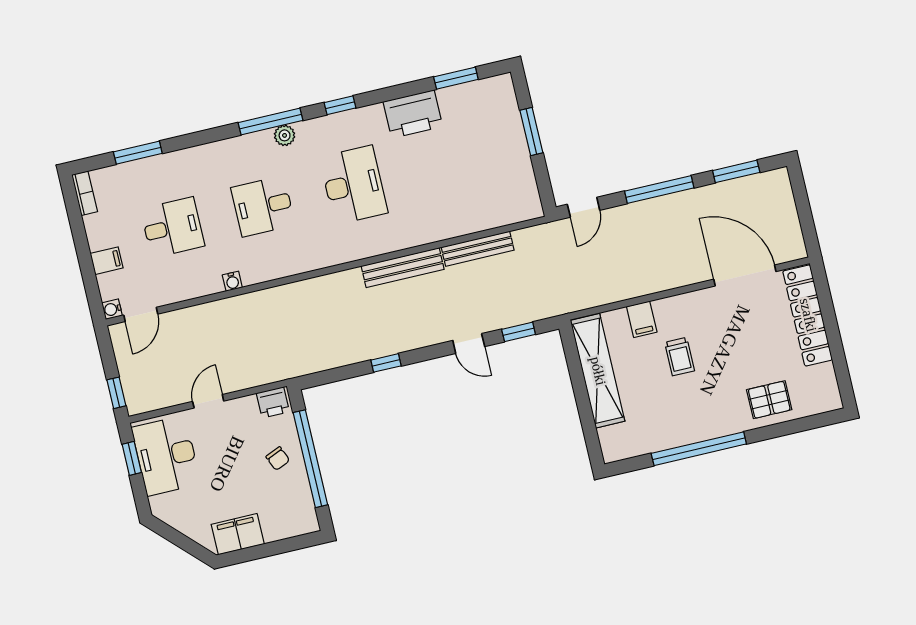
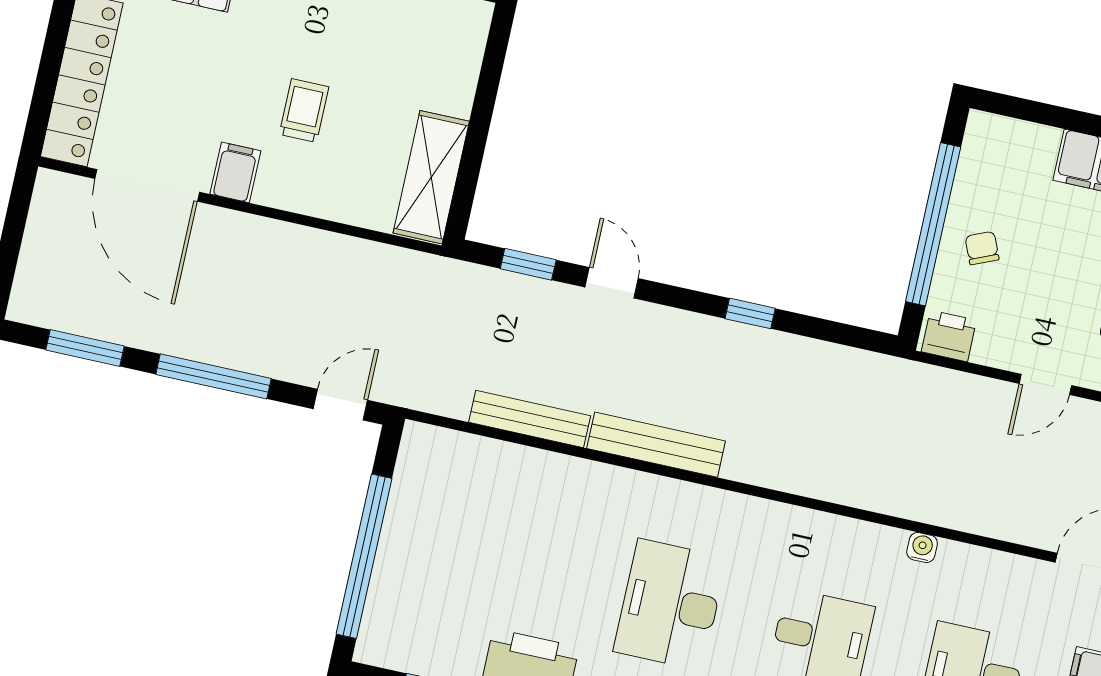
window: (531, 131) -> (364, 556), width x2.11
filing cabinet: (642, 319) -> (235, 172), moved
shelving: (598, 371) -> (431, 177), width x0.68

